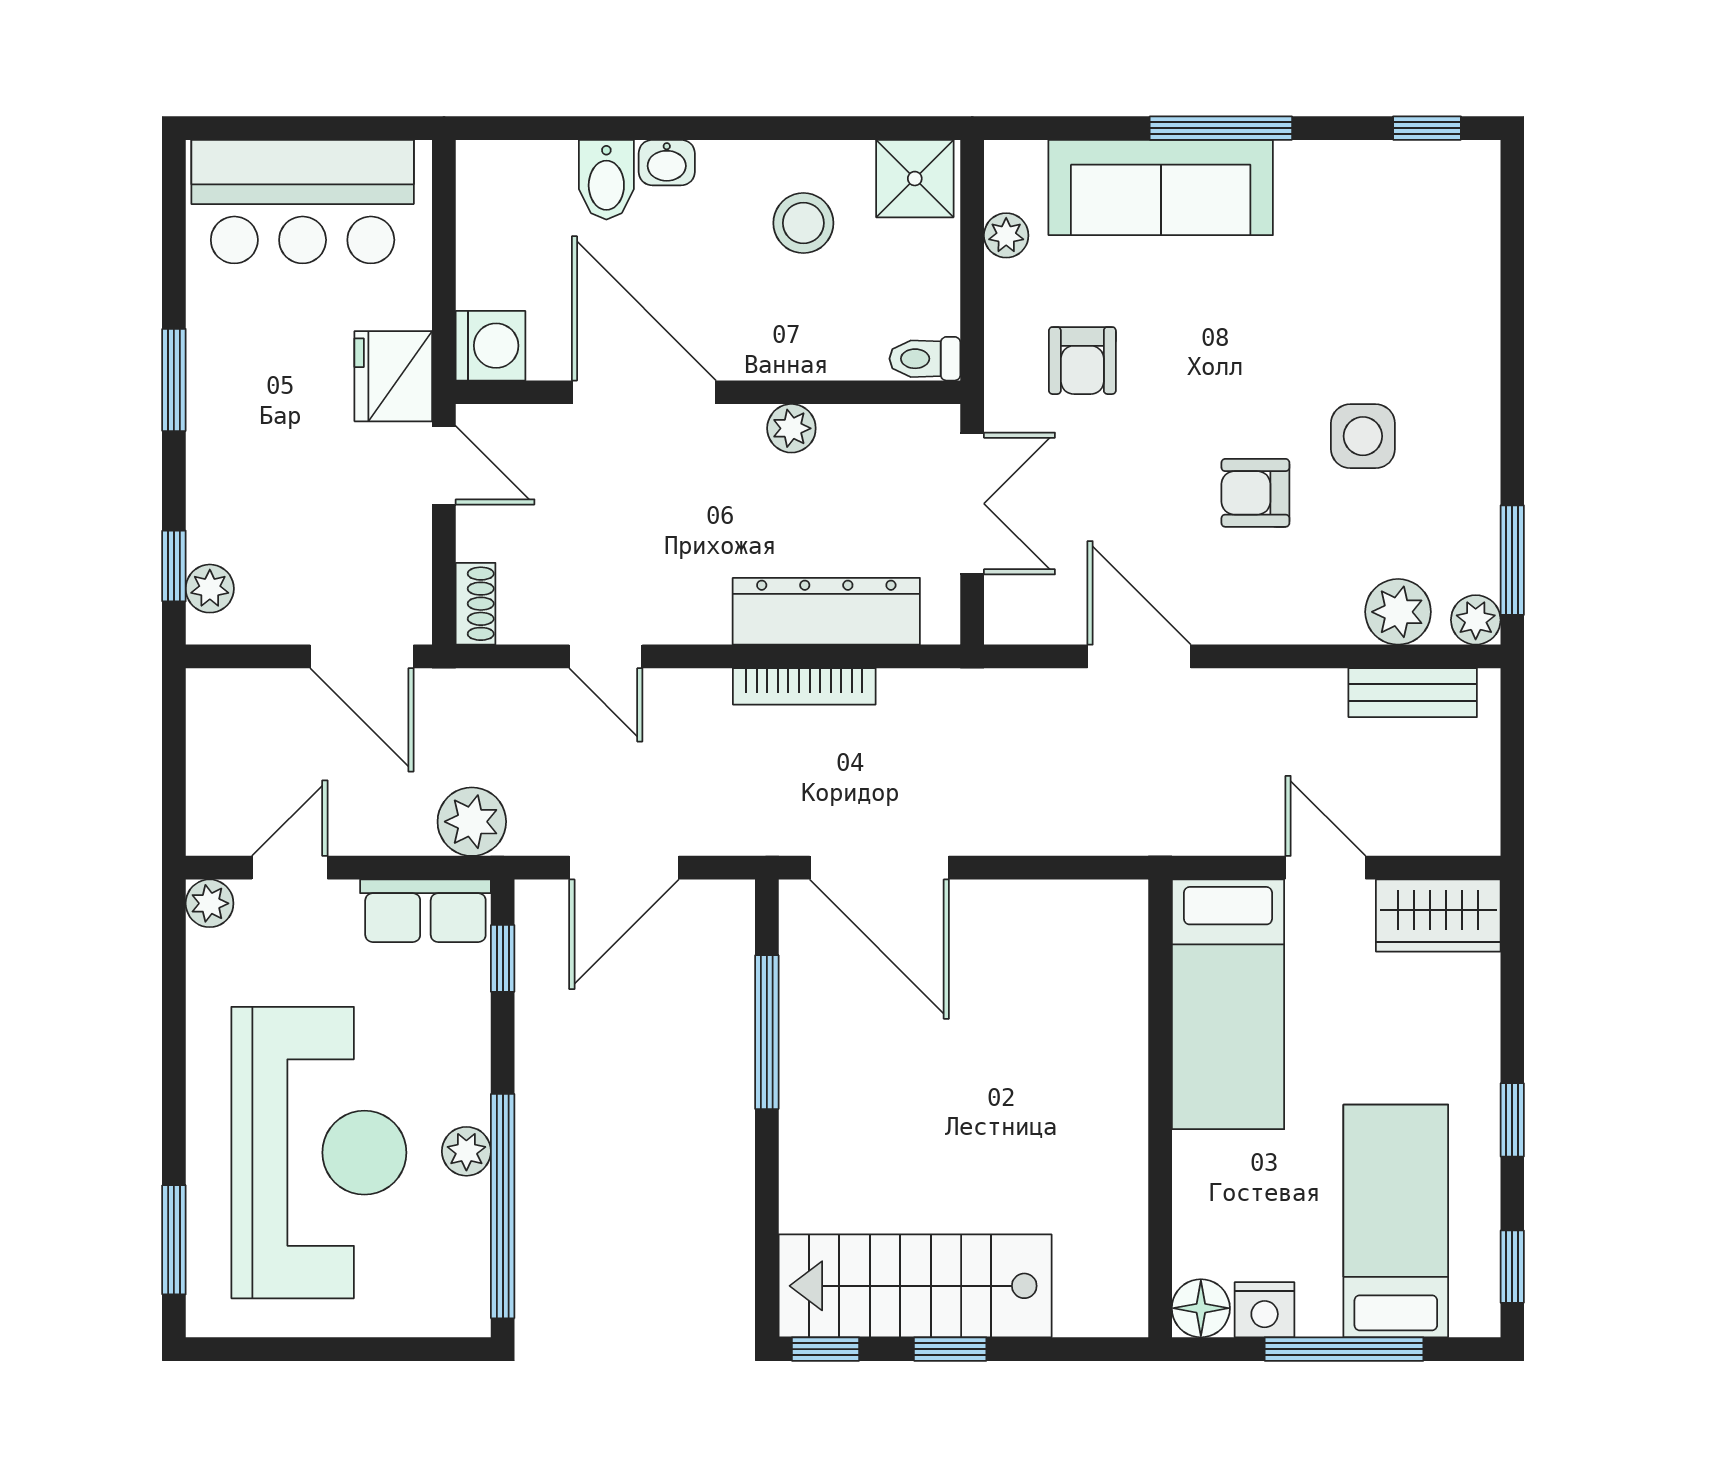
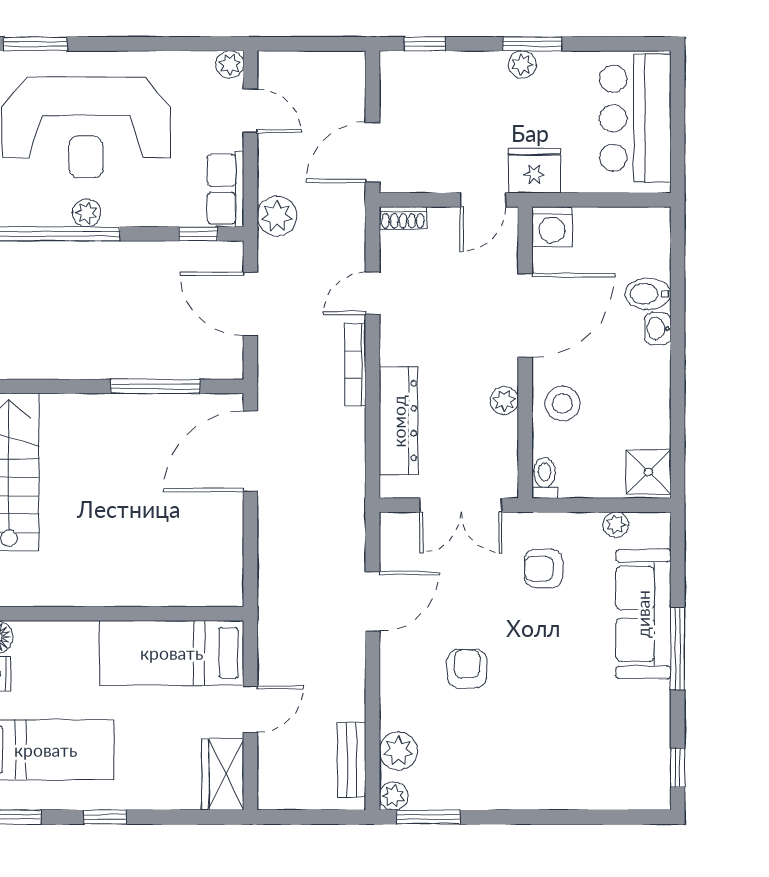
stool: (803, 223) -> (562, 403), moved
side table: (1363, 436) -> (500, 731), removed
plant: (210, 589) -> (522, 65), moved
bookcase: (804, 686) -> (355, 365), moved

